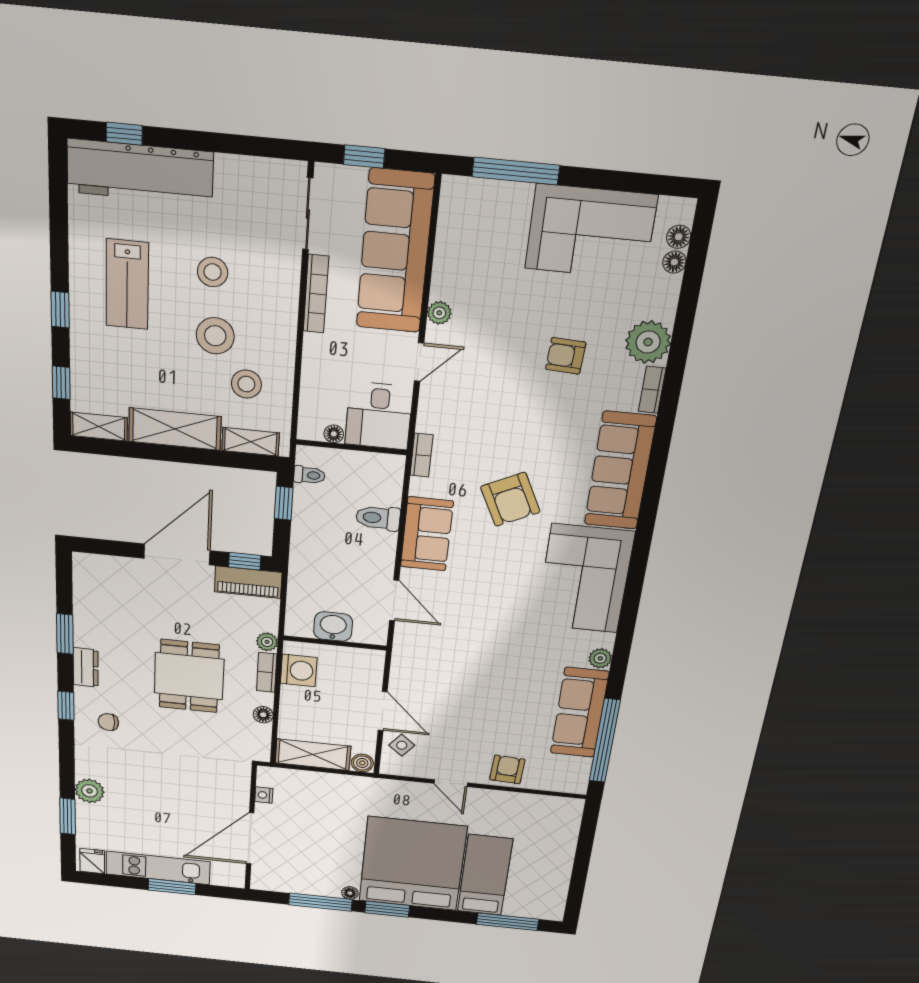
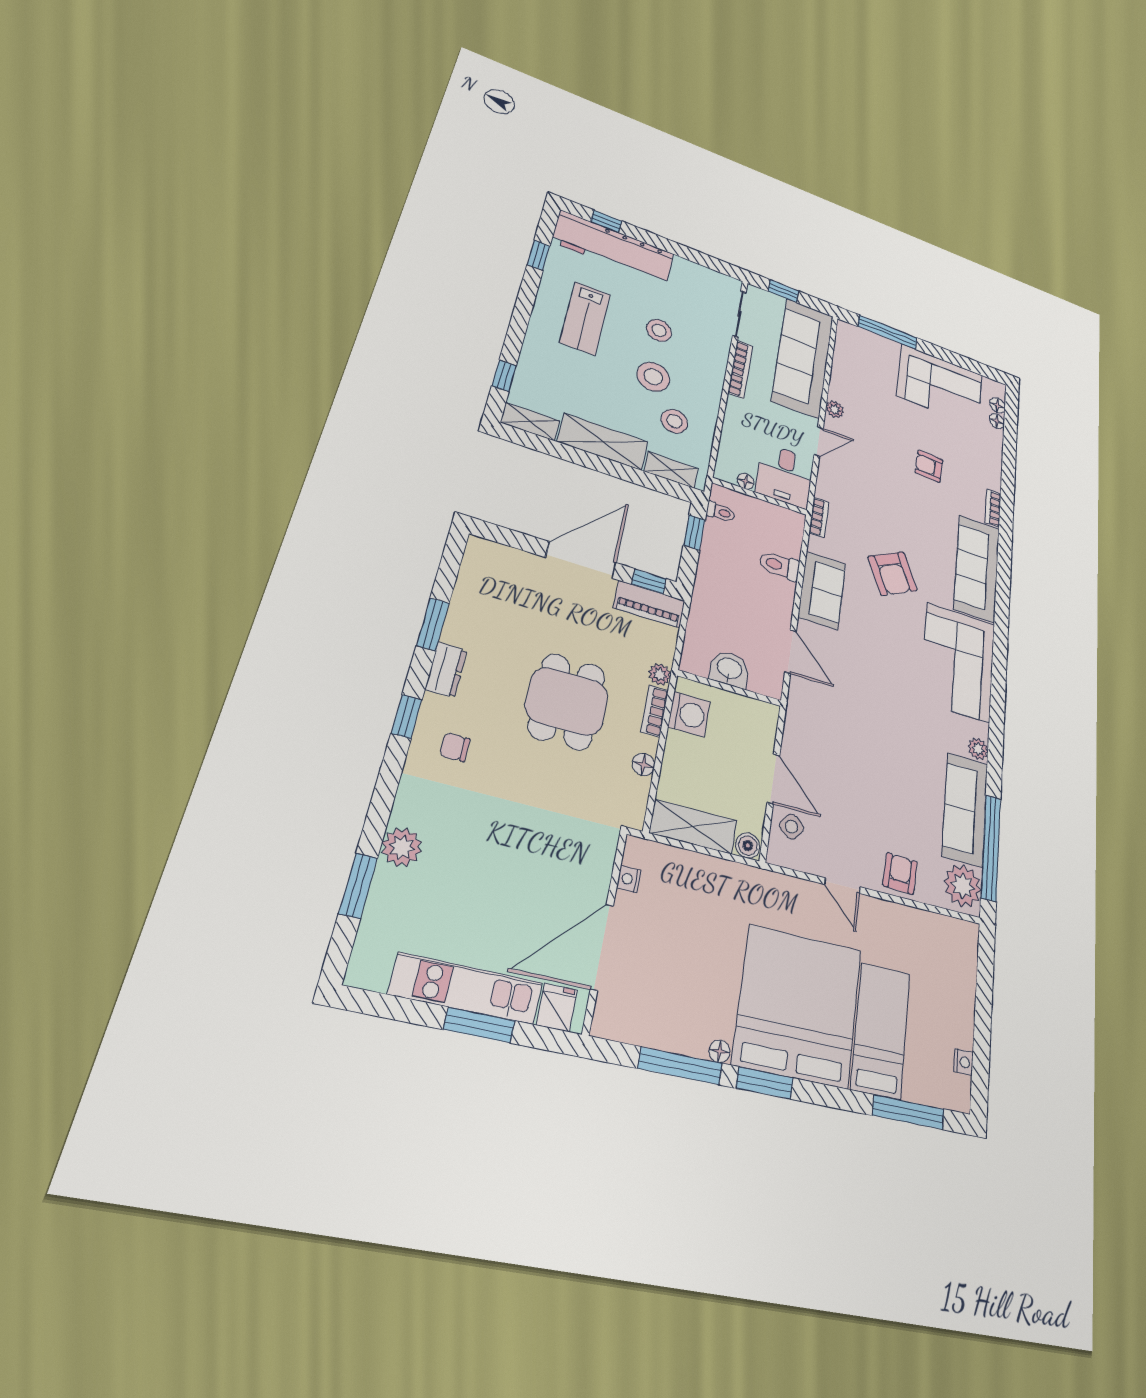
window: (60, 310) -> (539, 255), moved
plant: (648, 342) -> (963, 886), moved
fridge: (92, 861) -> (557, 1008), moved
nightstand: (560, 891) -> (963, 1062), added

